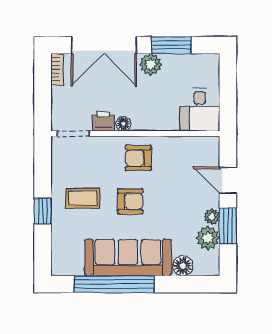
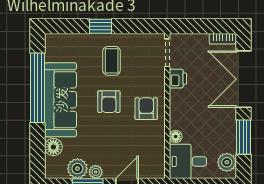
plant: (151, 64) -> (227, 162), moved
floor lamp: (123, 124) -> (176, 137), moved

